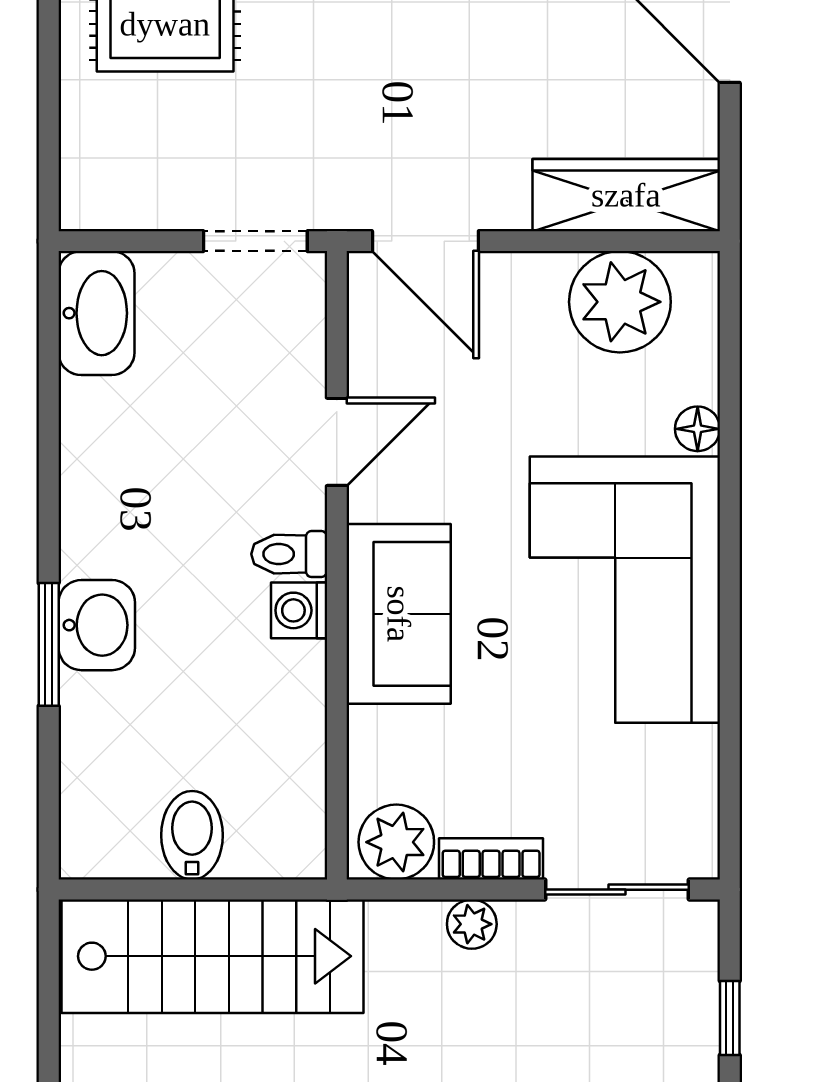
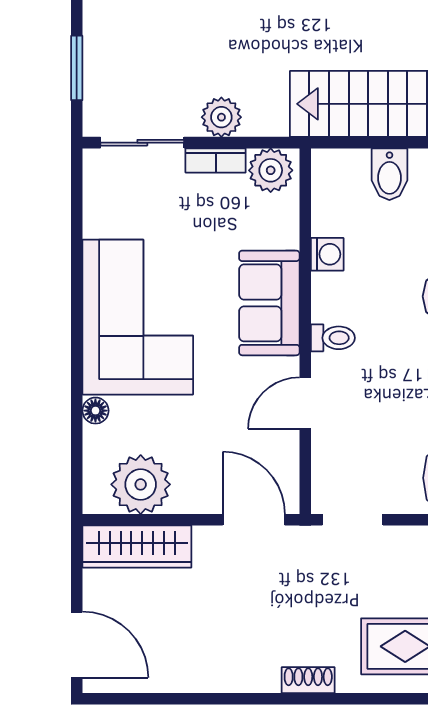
washing machine: (299, 610) -> (327, 254), moved
plant: (472, 924) -> (221, 117), width x1.38, depth x1.38
window: (730, 1018) -> (77, 68), width x1.50

